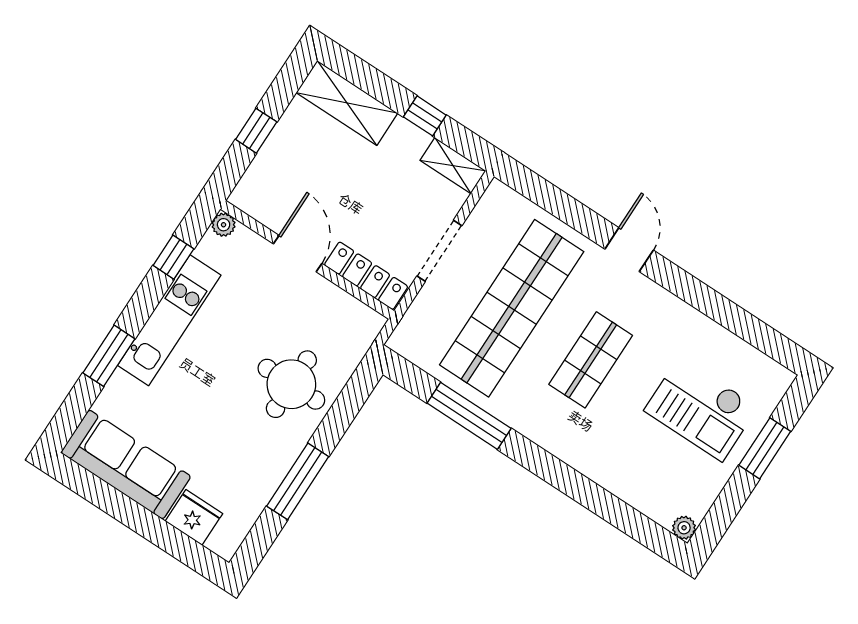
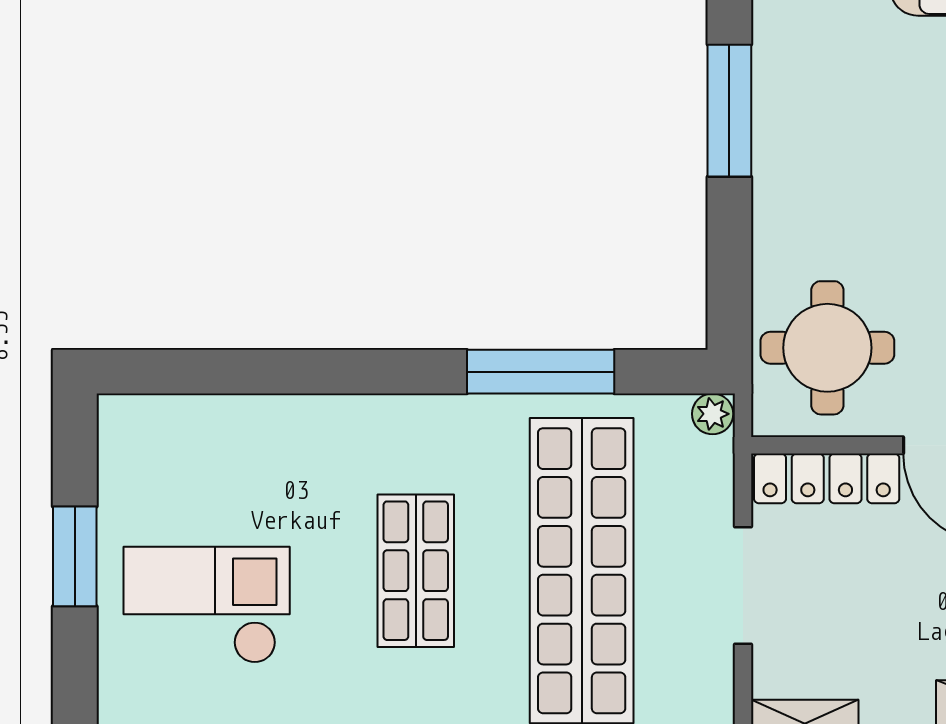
round table: (291, 384) -> (827, 348), moved
window: (765, 448) -> (75, 556), moved
plant: (684, 528) -> (713, 414), moved

